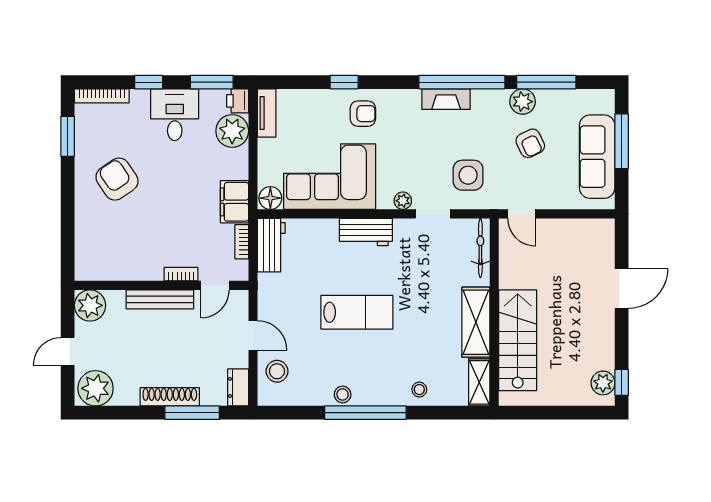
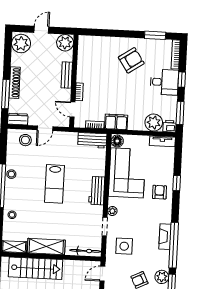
armchair: (363, 114) -> (159, 192), turned 180
desk: (175, 115) -> (164, 82), moved
bench: (160, 299) -> (67, 75), width x0.73
door: (68, 351) -> (41, 30), hinge flipped

